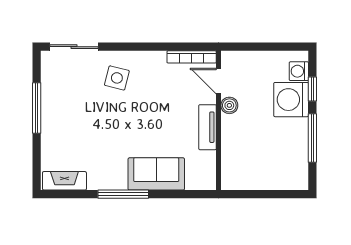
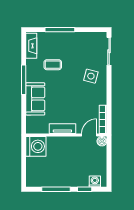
washing machine: (291, 100) -> (36, 146), moved, turned 90
boiler: (229, 105) -> (102, 141), moved
window: (37, 108) -> (60, 30), moved
coffee table: (97, 144) -> (53, 65), added

